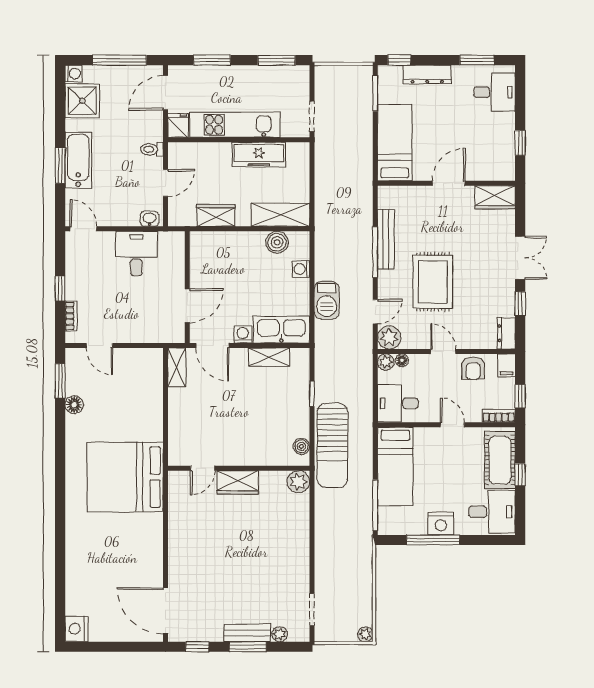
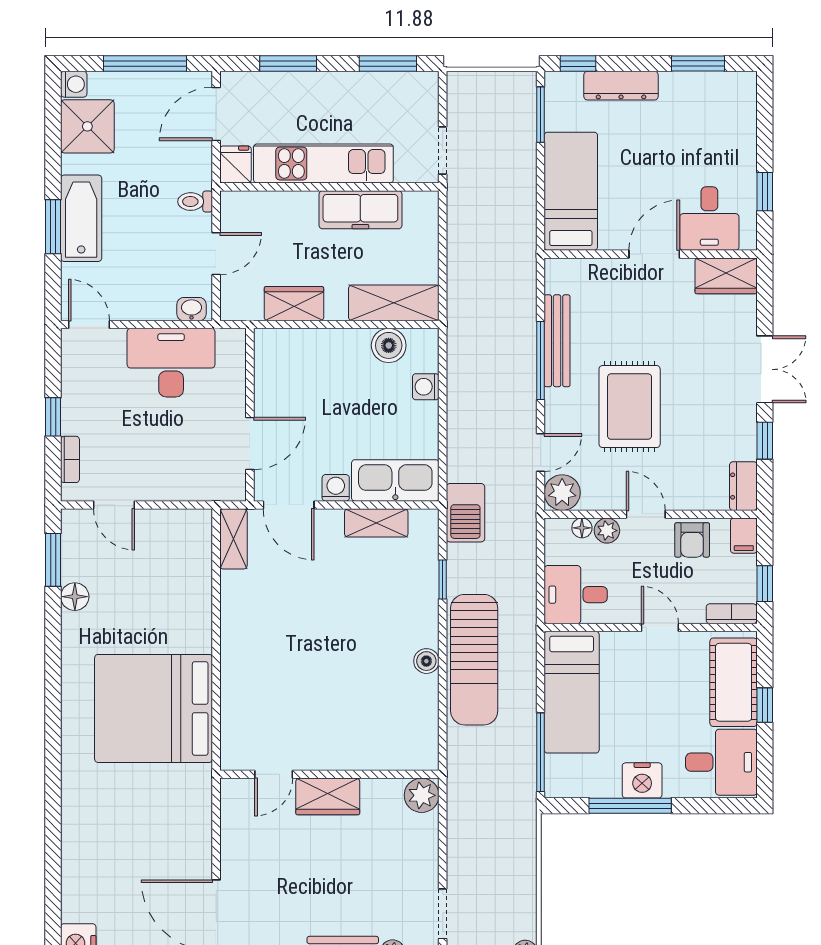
desk: (495, 92) -> (709, 219), moved, turned 90
desk: (136, 253) -> (171, 363), width x1.37
barbecue: (327, 300) -> (465, 513), moved
plant: (386, 362) -> (607, 531), moved
door: (203, 468) -> (274, 774), moved
wall: (239, 468) -> (329, 774), moved
wardrobe: (238, 482) -> (328, 796), moved
plant: (298, 482) -> (422, 795), moved

